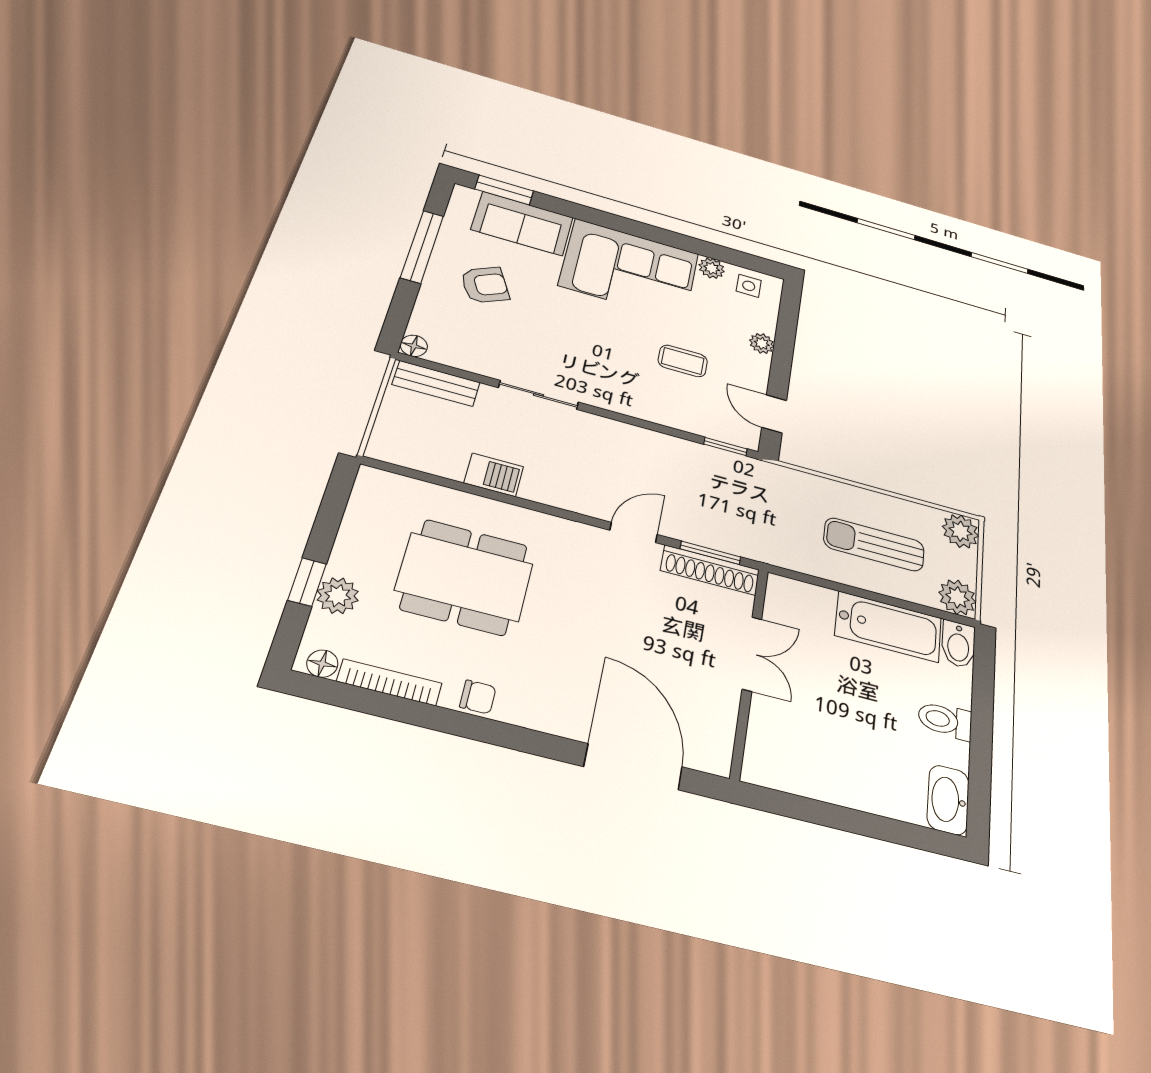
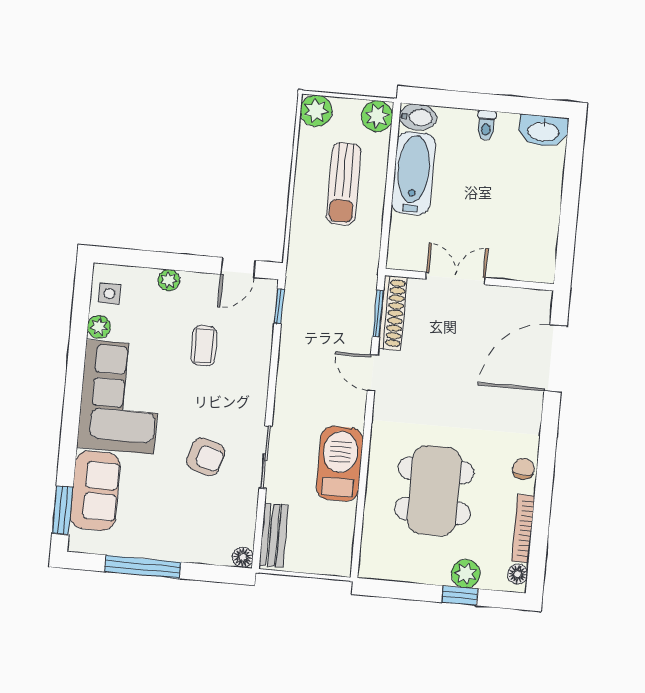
armchair: (485, 285) -> (206, 457), moved, turned 134
barbecue: (494, 475) -> (340, 464), width x1.88, depth x1.53
toilet: (945, 720) -> (486, 125), width x0.73, depth x0.72

